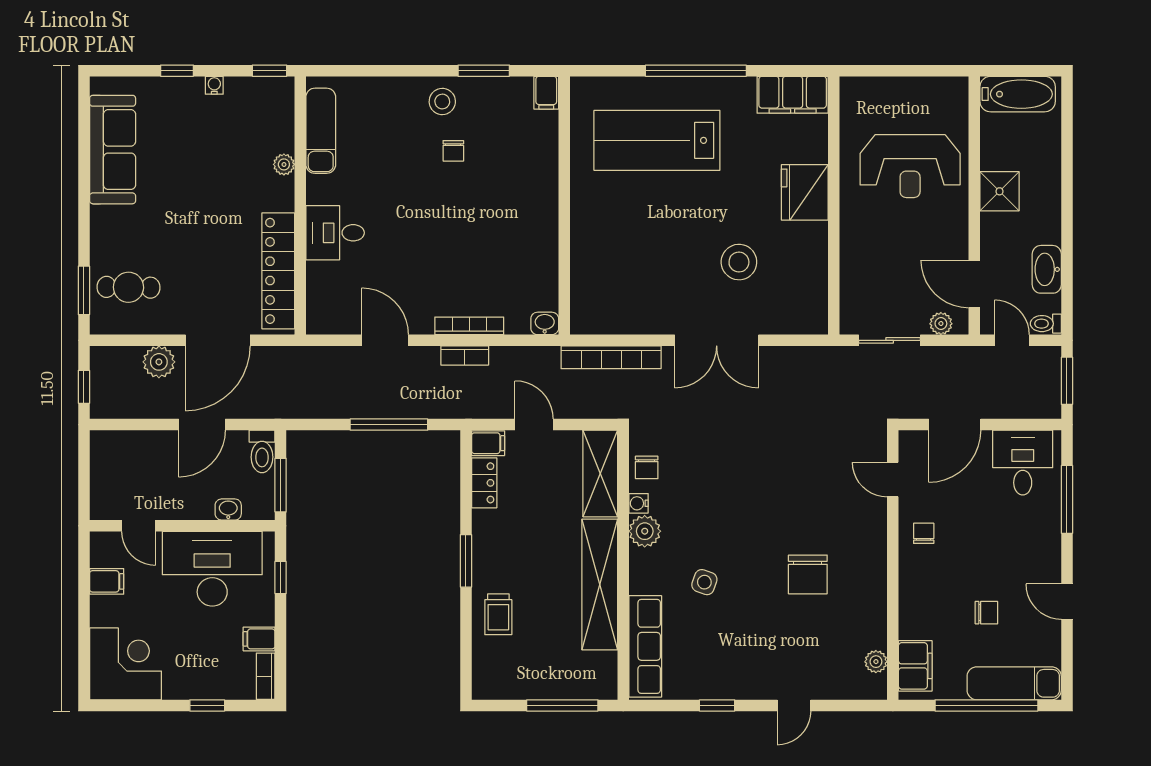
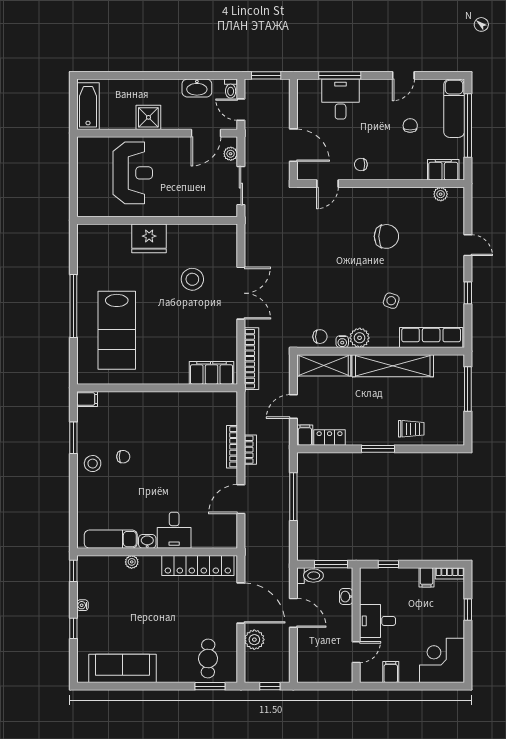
filing cabinet: (793, 95) -> (212, 373), moved, turned -90
washbasin: (545, 323) -> (147, 541), moved, turned 90
door: (1012, 340) -> (241, 110), hinge flipped
desk: (1023, 463) -> (341, 99), moved, turned 90
desk: (212, 569) -> (378, 621), width x0.53, depth x0.77

